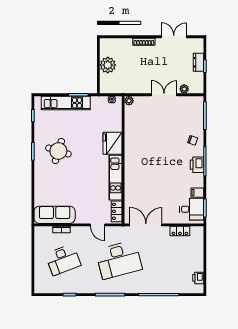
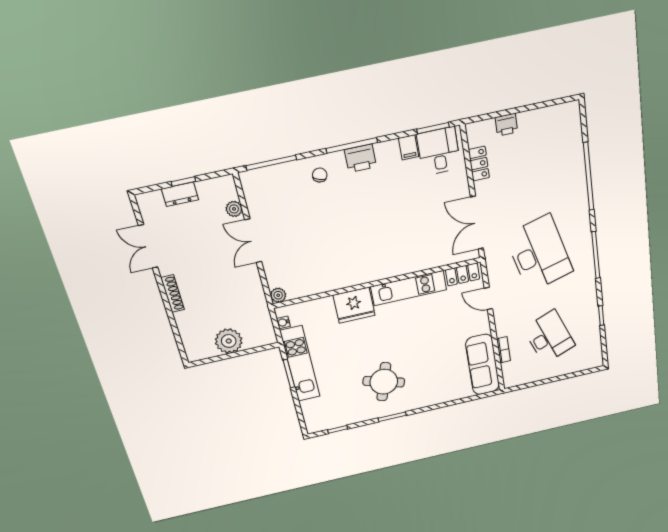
kitchen unit: (66, 103) -> (300, 364), moved
door: (98, 225) -> (488, 298), swing flipped
printer: (198, 278) -> (506, 125), moved

